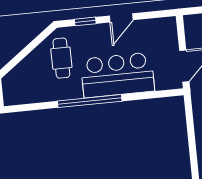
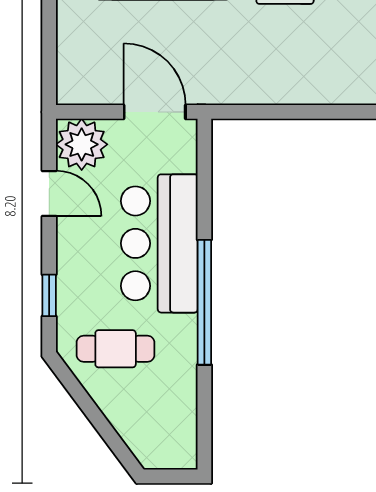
door: (121, 18) -> (49, 193), moved
plant: (164, 30) -> (82, 144), added

